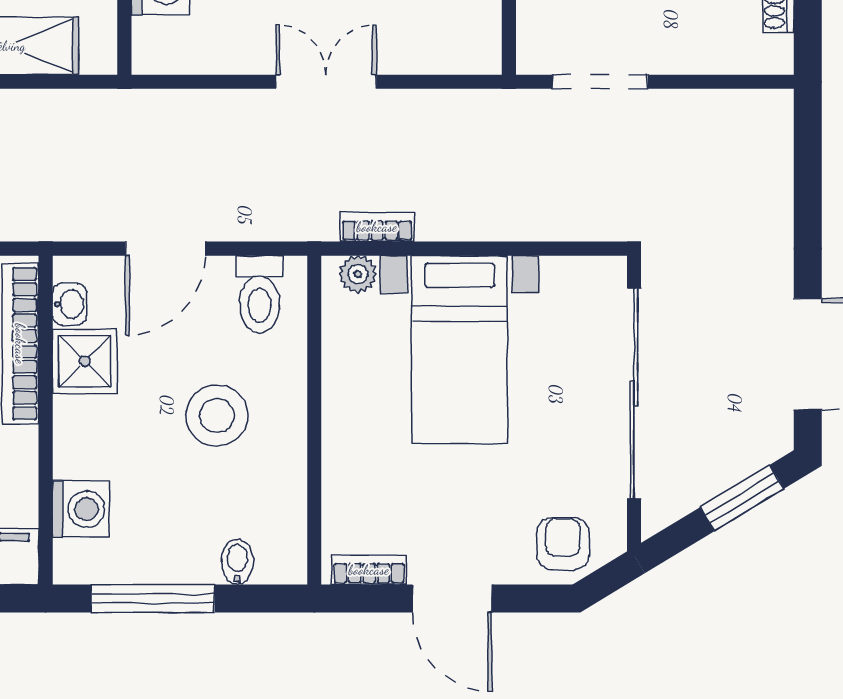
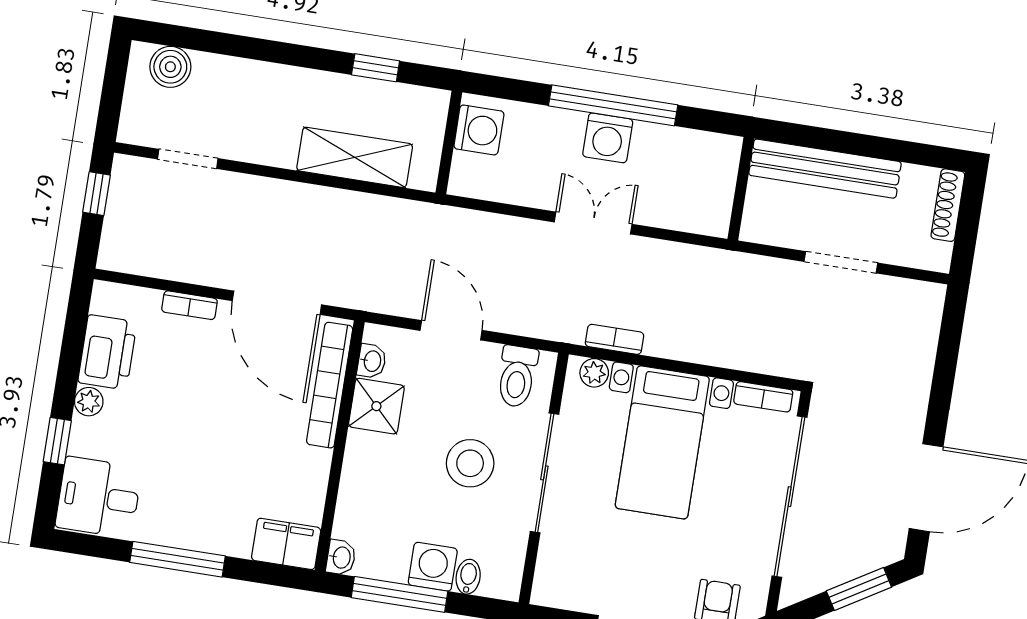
doorway: (600, 82) -> (841, 262), moved
door: (165, 249) -> (451, 330), swing flipped
sliding door: (314, 413) -> (544, 473), added
washing machine: (81, 509) -> (433, 567), moved, turned -90
washbasin: (70, 563) -> (341, 557), added
bookcase: (369, 570) -> (763, 397), moved, turned 180

